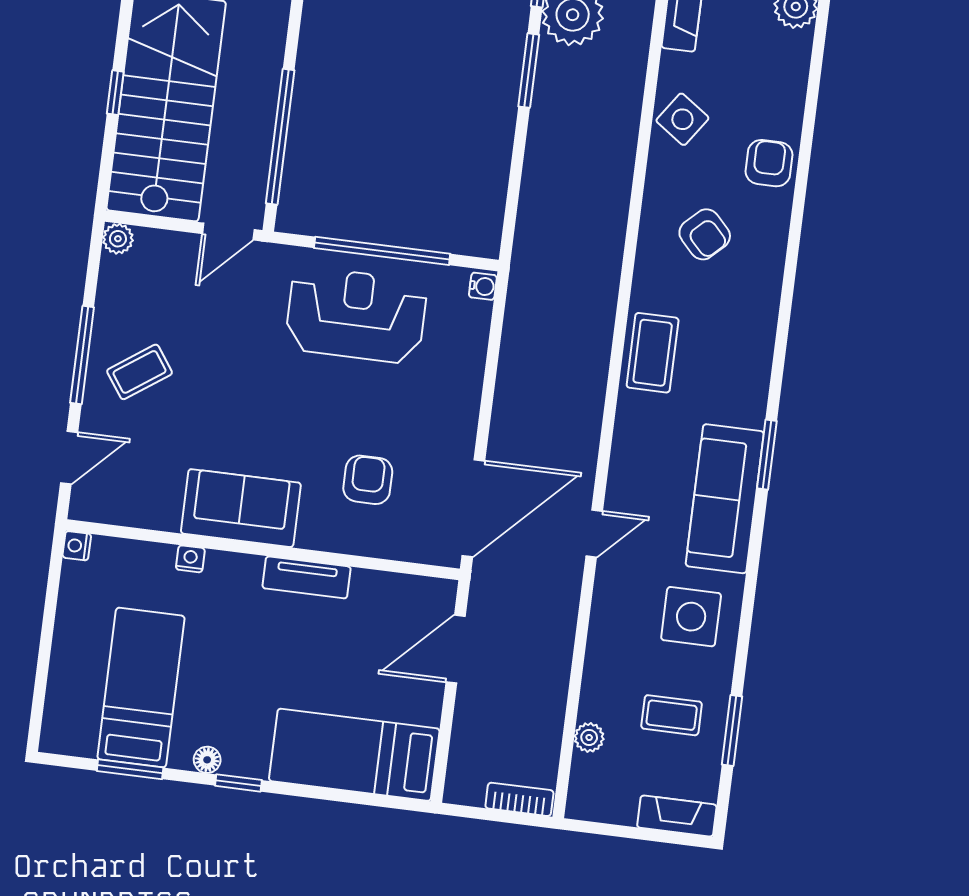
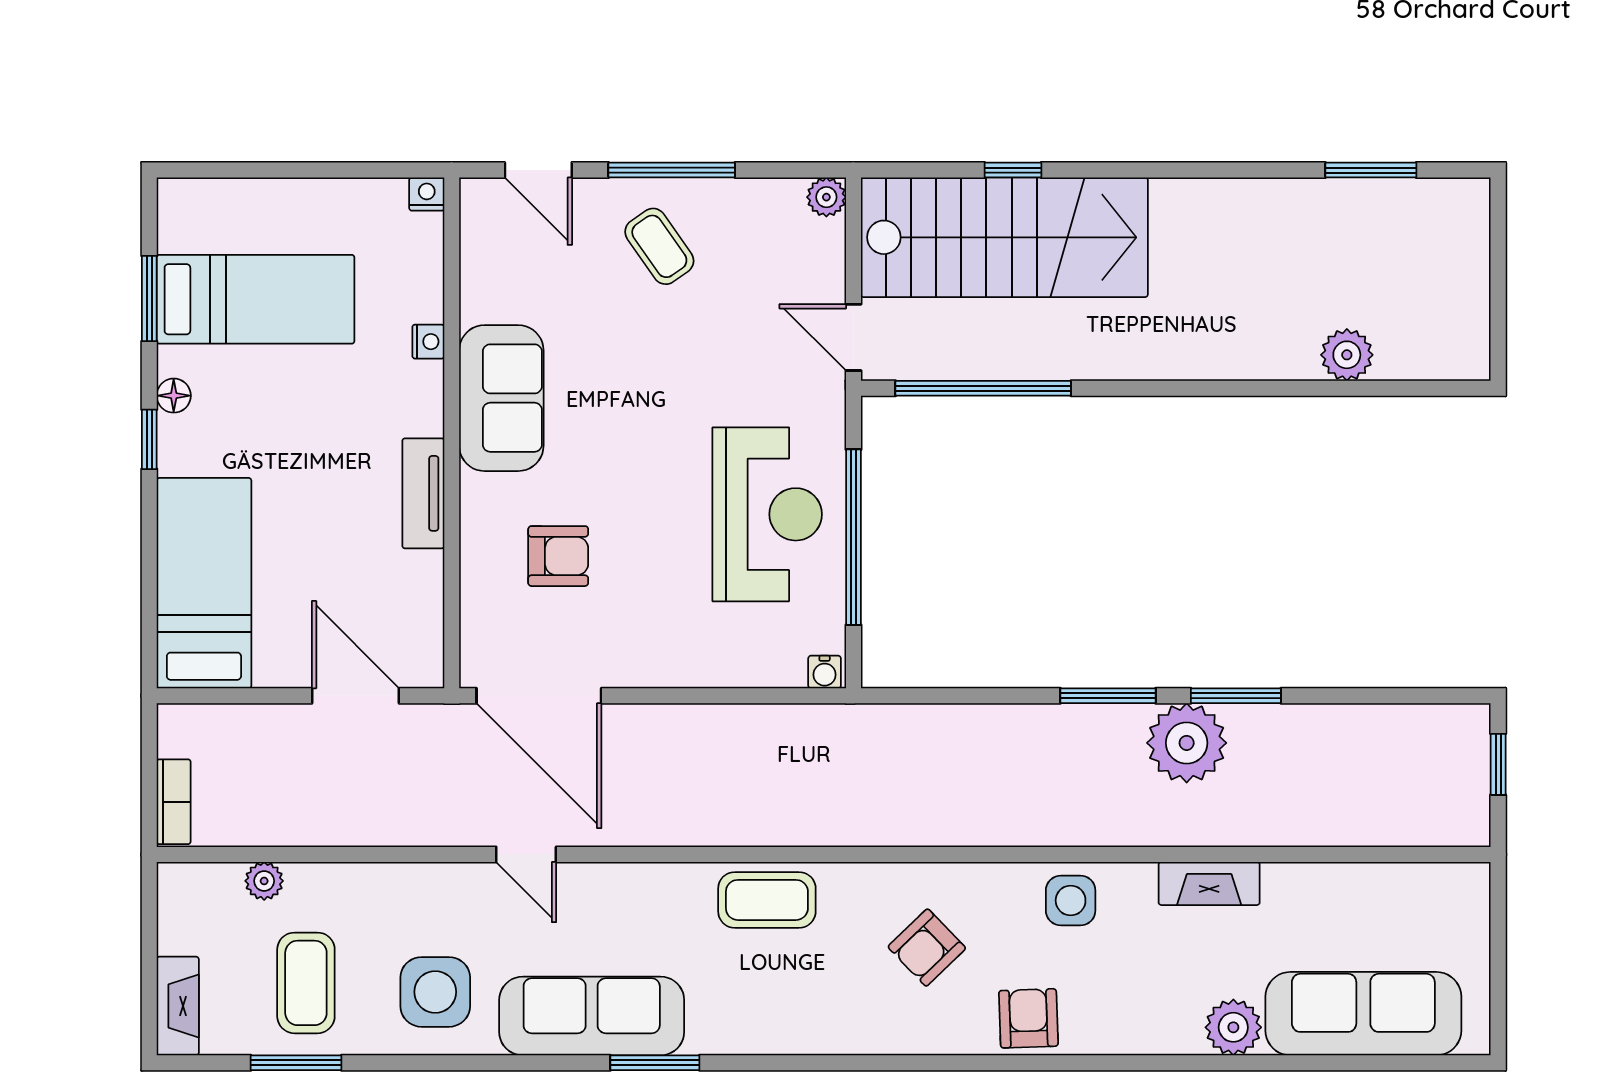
side table: (682, 119) -> (1071, 900), turned -35
armchair: (769, 163) -> (1028, 1018), turned -92
coffee table: (672, 715) -> (306, 983), width x1.36, depth x1.30

